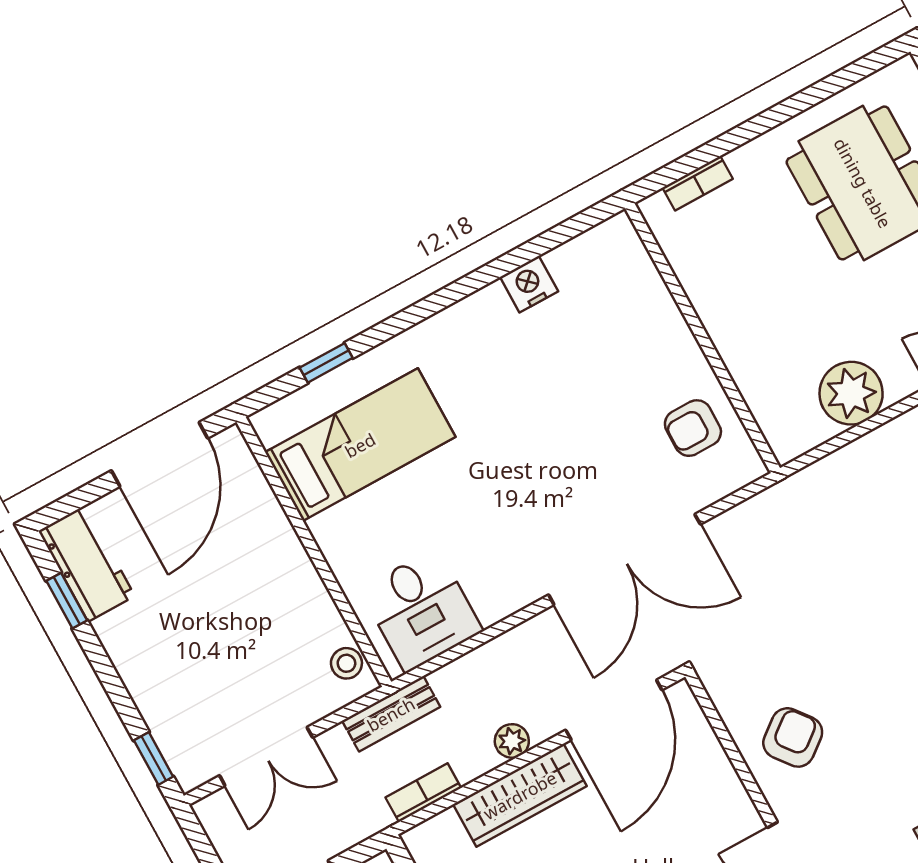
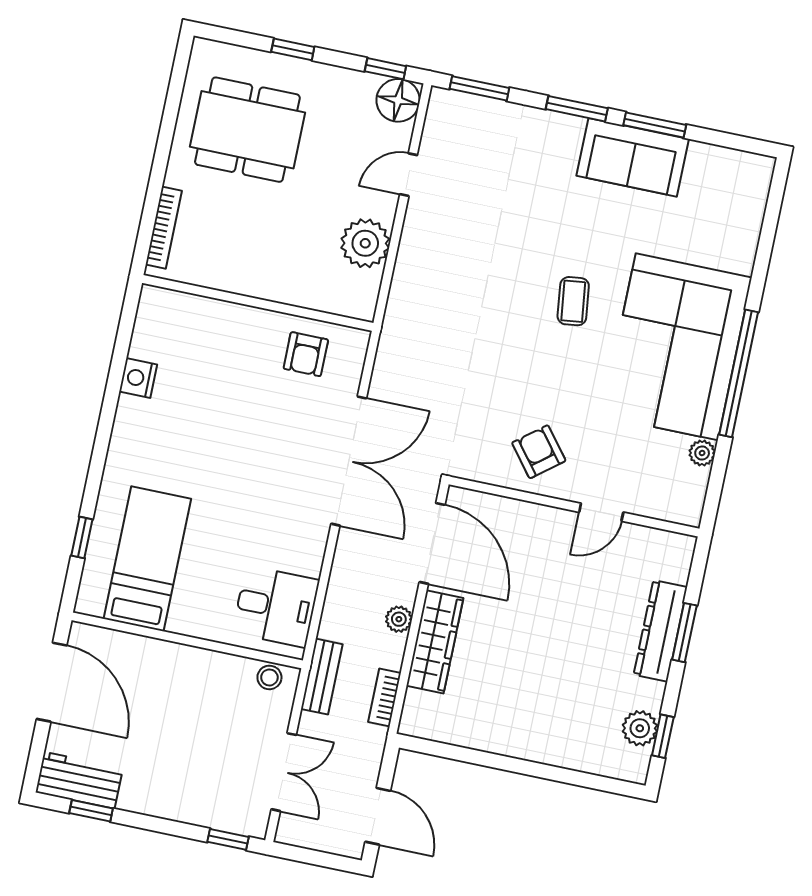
bookcase: (698, 183) -> (164, 228), width x1.56

